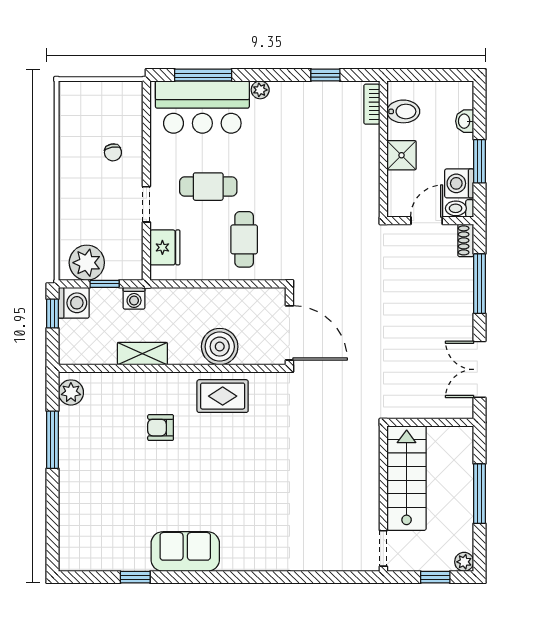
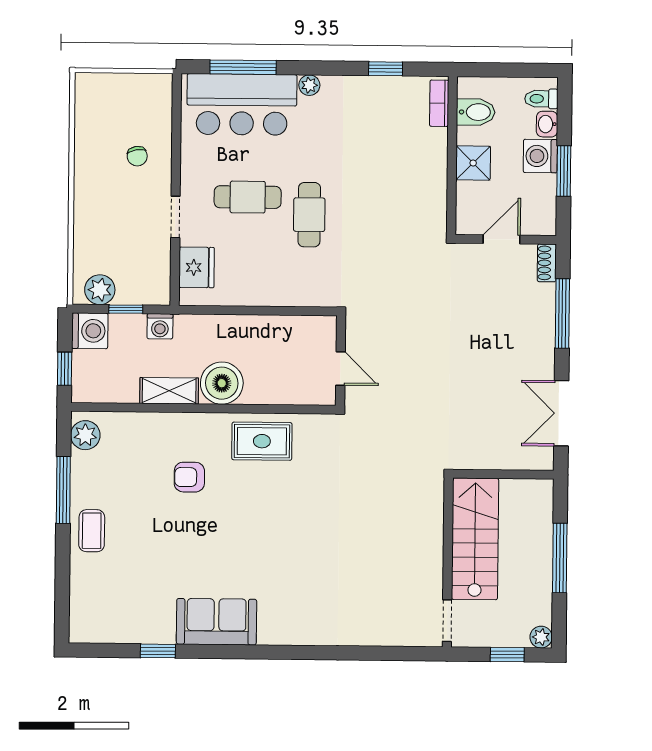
washing machine: (459, 183) -> (540, 156), moved
toilet: (460, 208) -> (541, 99), moved
cafe table: (244, 239) -> (309, 215), moved
plant: (87, 263) -> (100, 290), width x0.73, depth x0.73
window: (52, 313) -> (65, 369), moved
door: (289, 333) -> (340, 368), width x0.53
boiler: (220, 347) -> (222, 383), moved
coffee table: (77, 474) -> (92, 531), added

